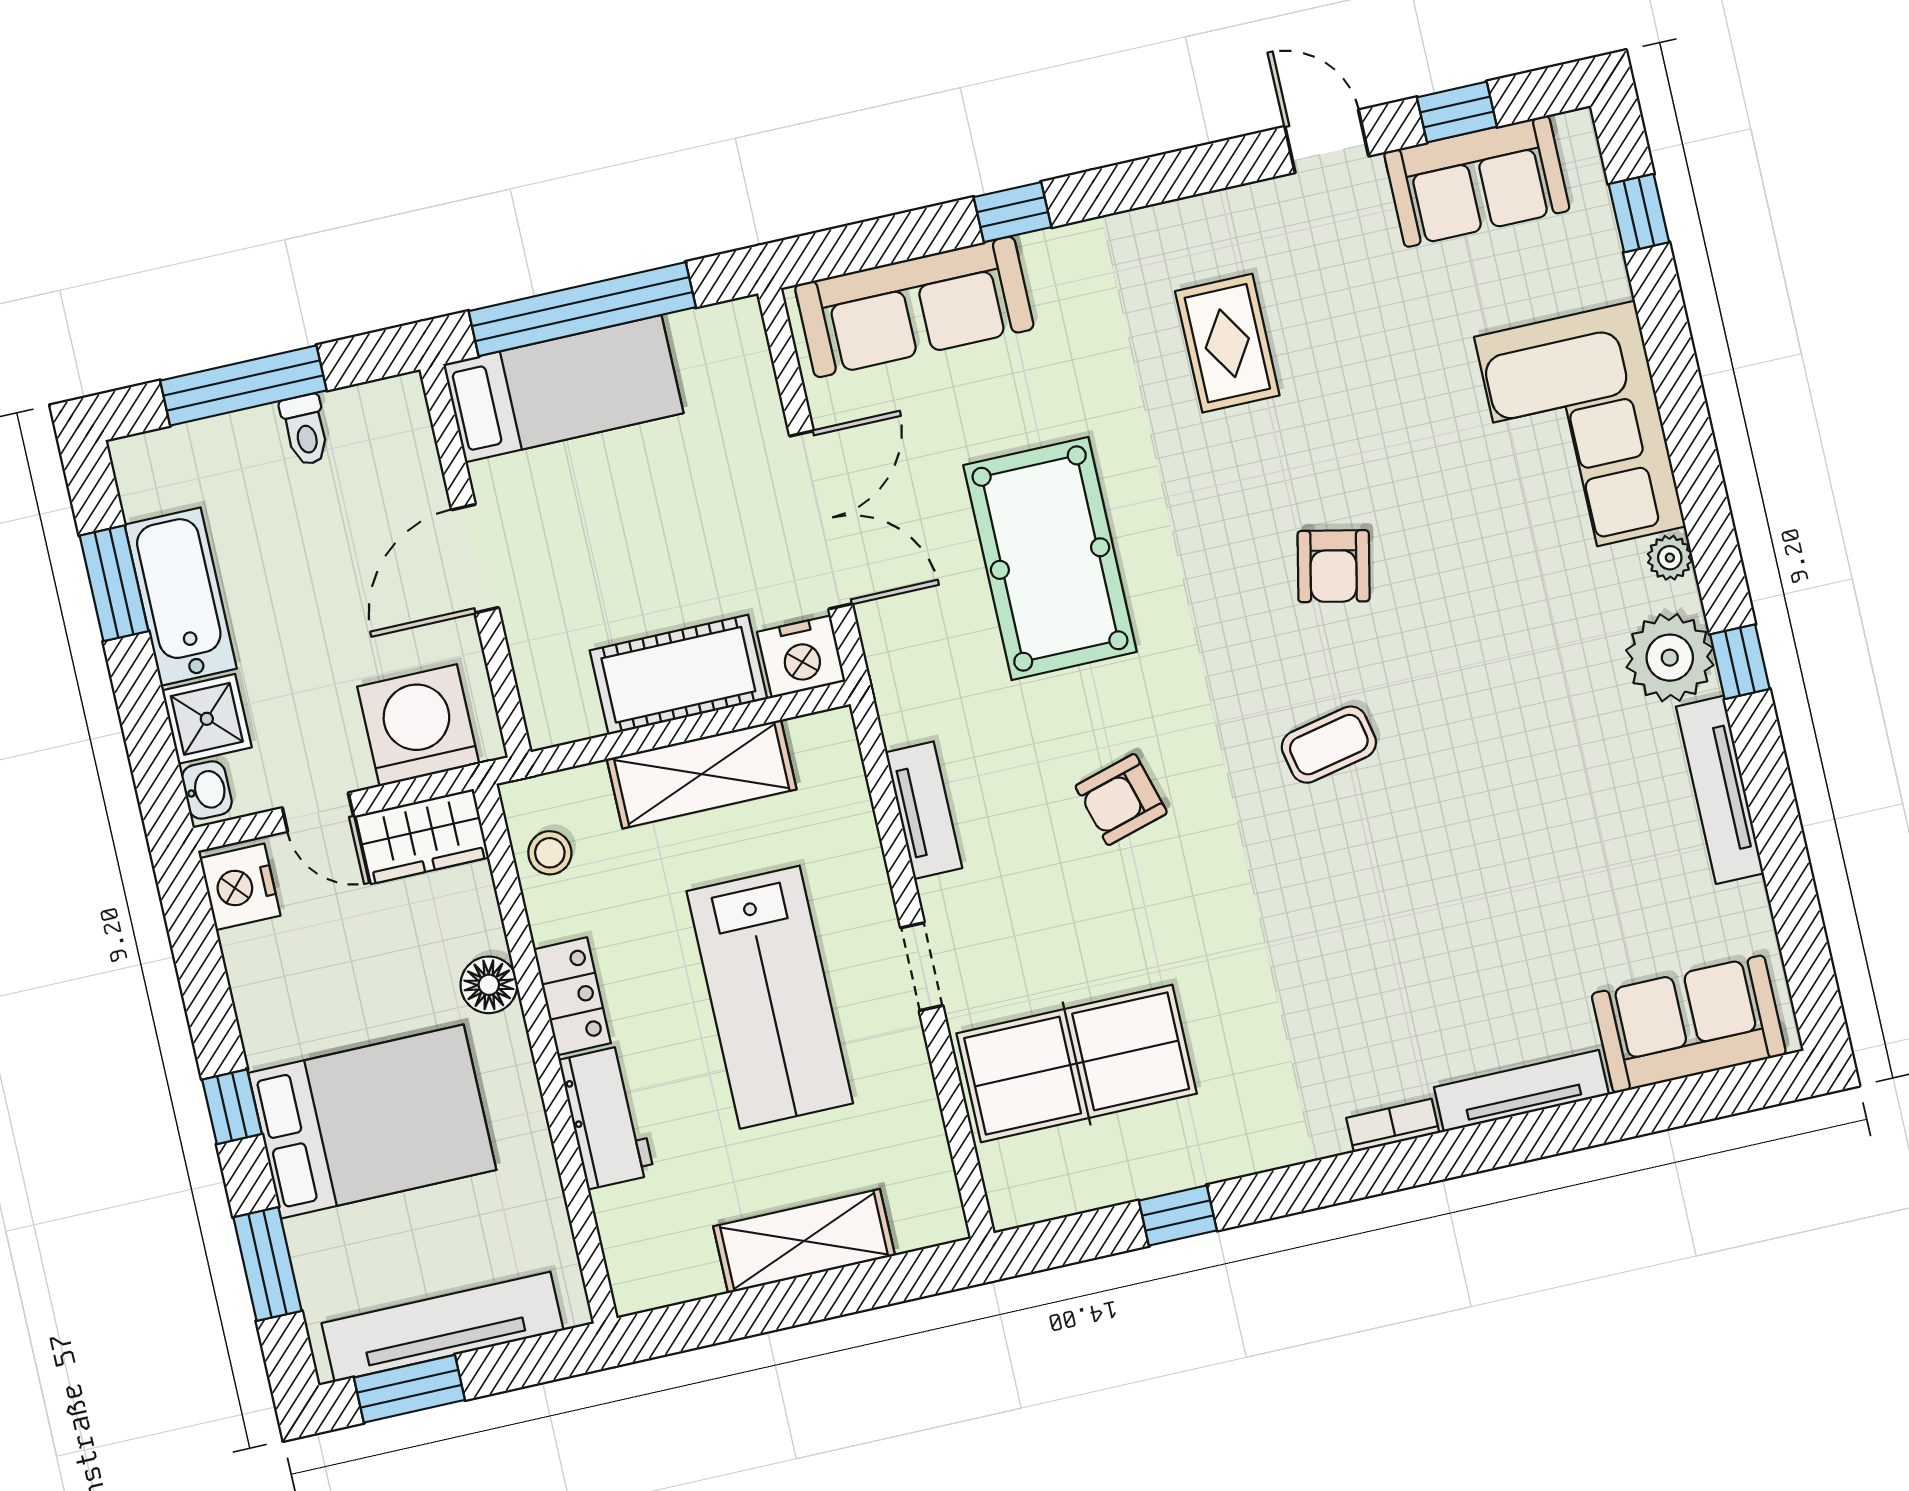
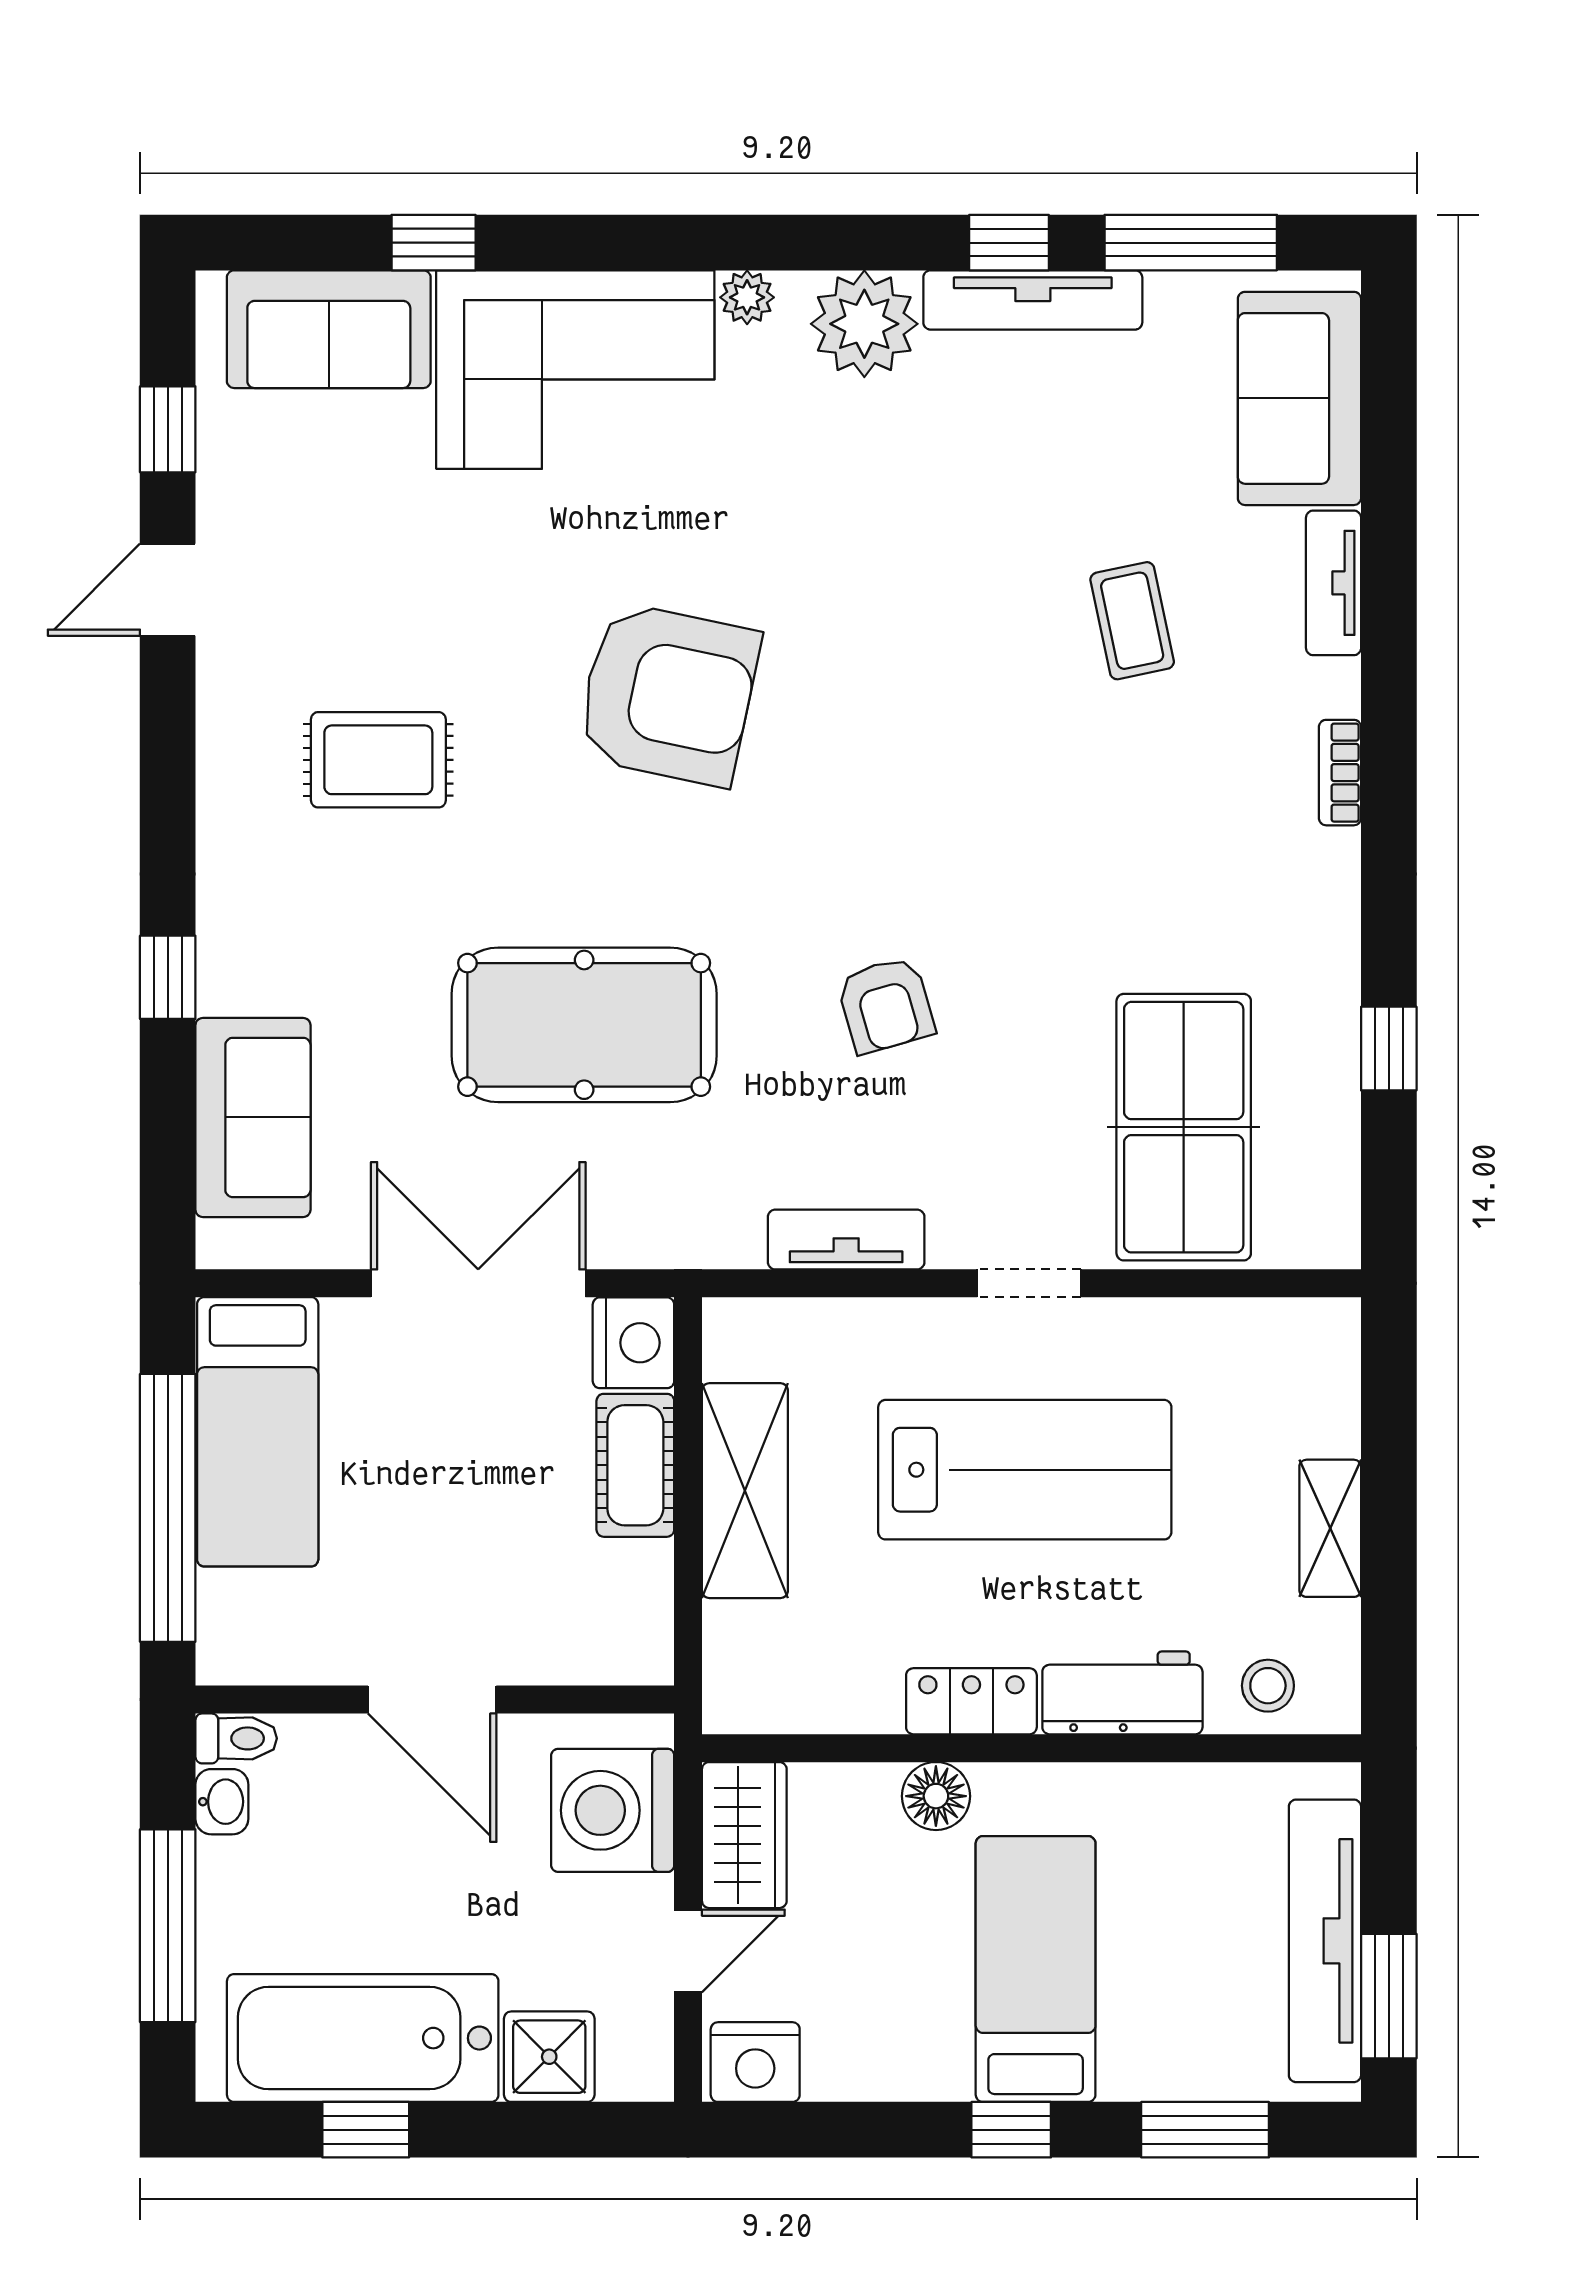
sofa: (1477, 181) -> (329, 329), moved, turned 90
window: (1639, 213) -> (434, 243), moved
sofa: (914, 307) -> (253, 1117), width x0.73
bed: (563, 389) -> (258, 1432), moved, turned 180
toilet: (305, 430) -> (236, 1738), moved
armchair: (1334, 566) -> (668, 694), width x1.88, depth x1.88
window: (114, 583) -> (366, 2130), width x0.67
bathtub: (181, 597) -> (363, 2038), width x1.36, depth x1.36
window: (1740, 662) -> (1009, 243), moved
cot: (678, 675) -> (635, 1465), width x0.73, depth x0.75
coffee table: (1329, 745) -> (1132, 621), moved
washbasin: (207, 790) -> (222, 1802), moved, turned 90
stool: (550, 853) -> (1268, 1686), moved
window: (1795, 907) -> (1191, 243), added
tv unit: (1521, 1091) -> (1334, 583), width x0.71
bed: (372, 1121) -> (1036, 1969), width x0.67
shelving: (804, 1241) -> (1330, 1528), width x0.67, depth x0.75

